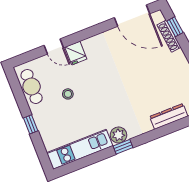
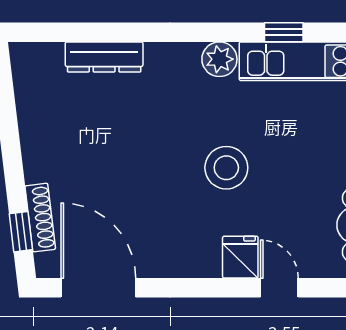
stool: (68, 94) -> (226, 168), moved, width x1.89, depth x1.89
window: (123, 147) -> (284, 32), moved

